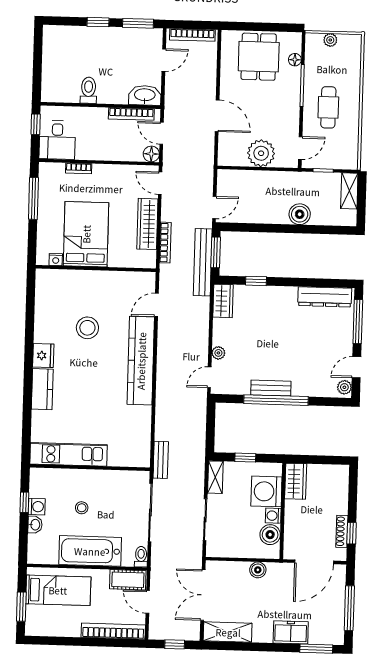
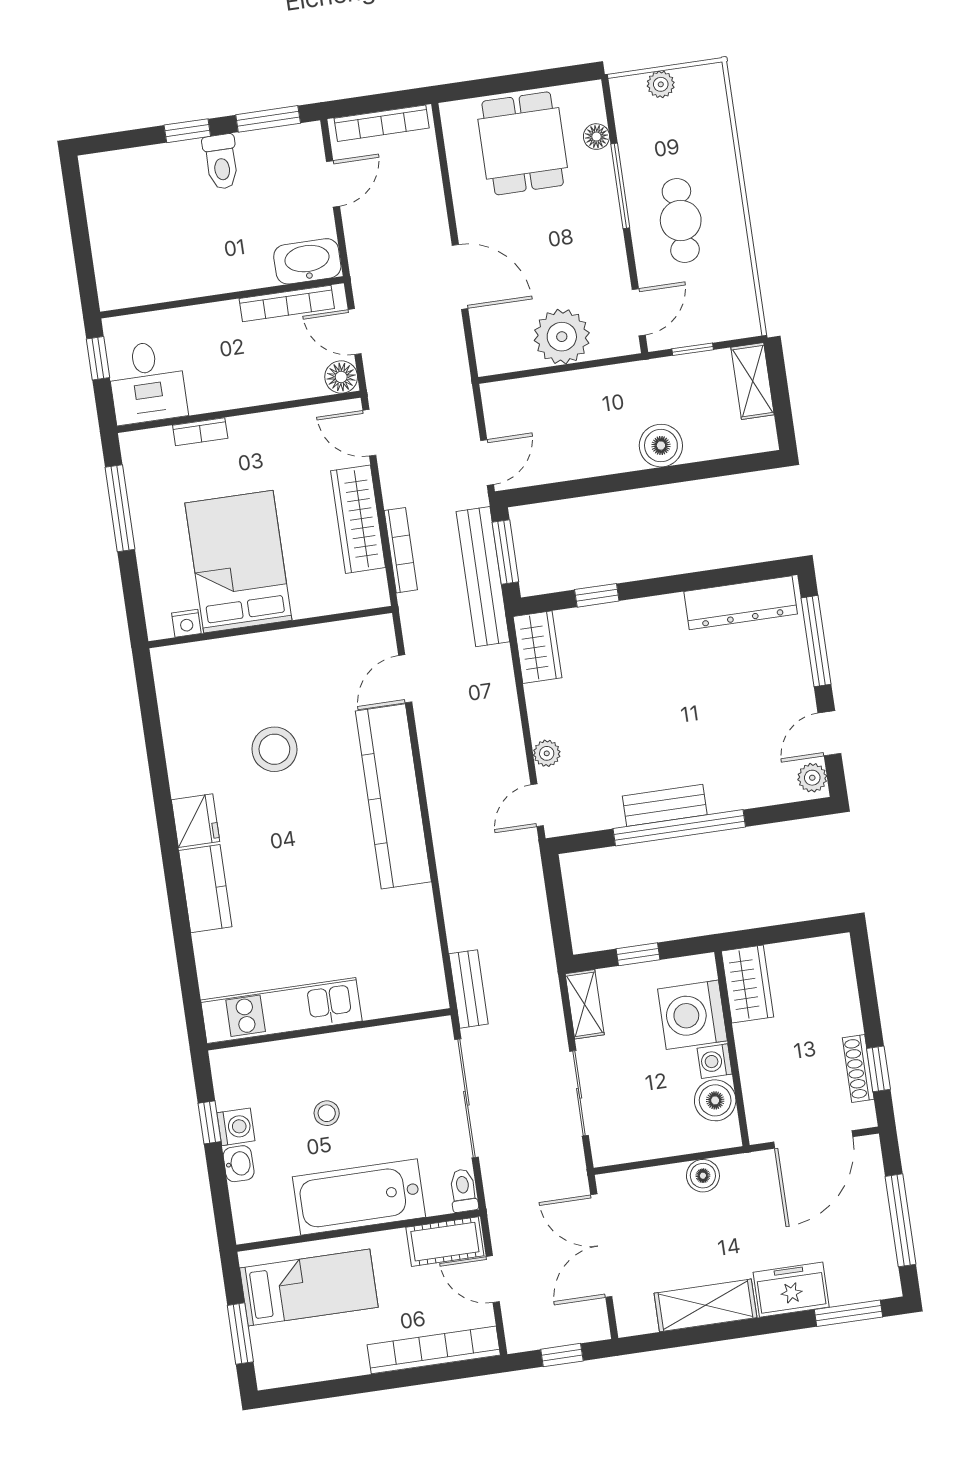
toilet: (88, 90) -> (221, 162), moved, turned 180
shelving: (228, 632) -> (705, 1305), moved

